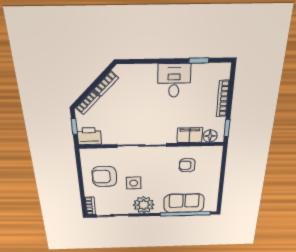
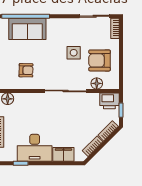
desk: (174, 81) -> (35, 148), width x1.37
filing cabinet: (190, 135) -> (63, 154), moved, turned 180
floor lamp: (106, 154) -> (97, 83), added
armchair: (104, 177) -> (100, 60), turned 180
plant: (144, 205) -> (65, 28), removed

